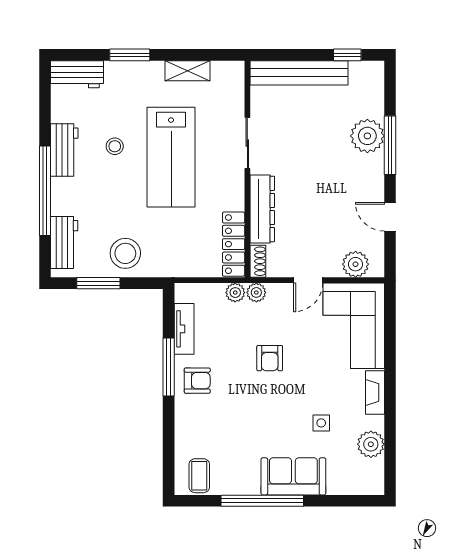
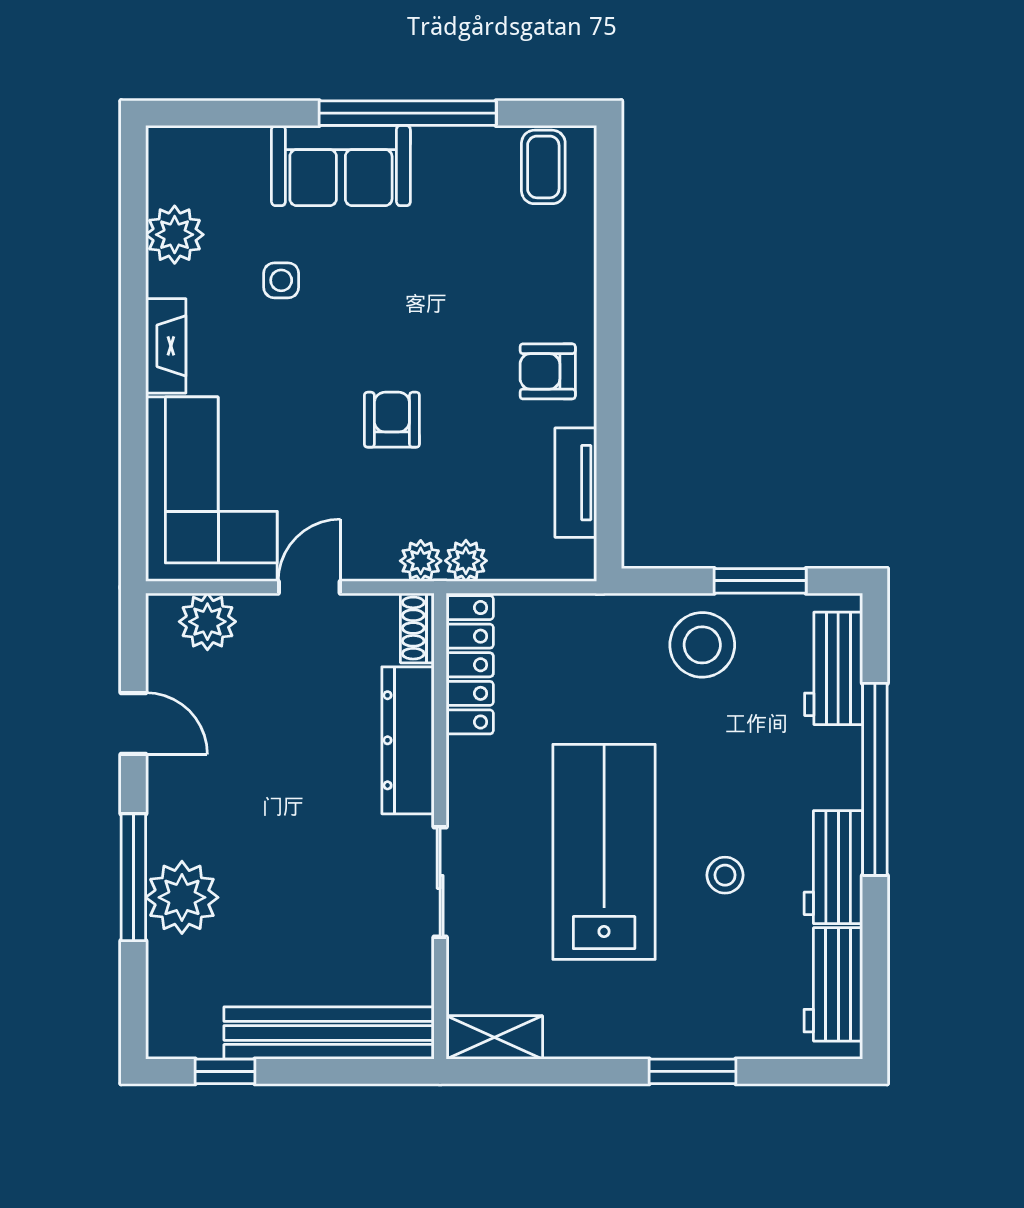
shelving: (188, 71) -> (494, 1037), moved
workbench: (77, 74) -> (833, 984), moved, turned -90
window: (169, 367) -> (609, 401), removed

